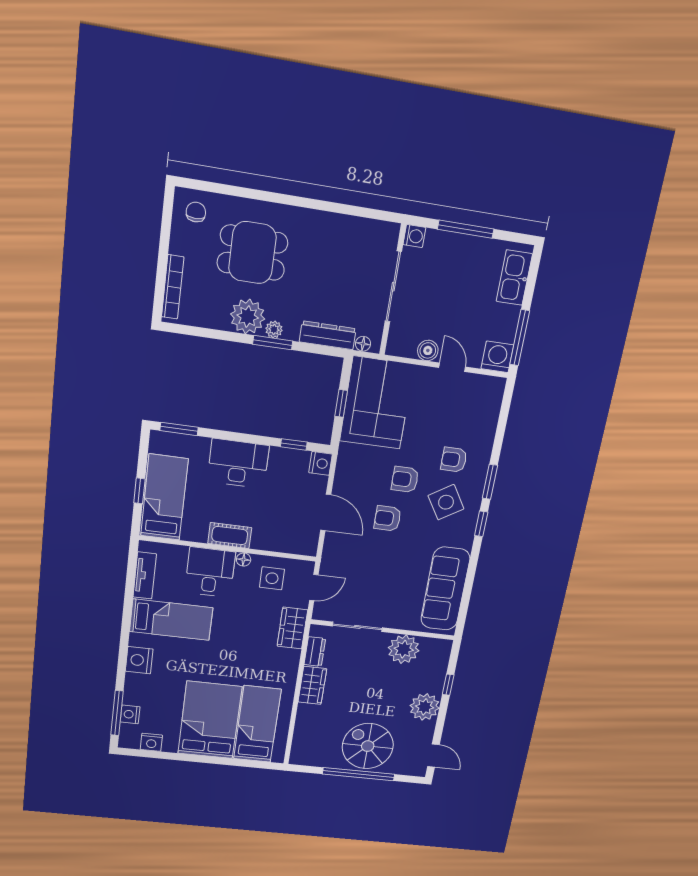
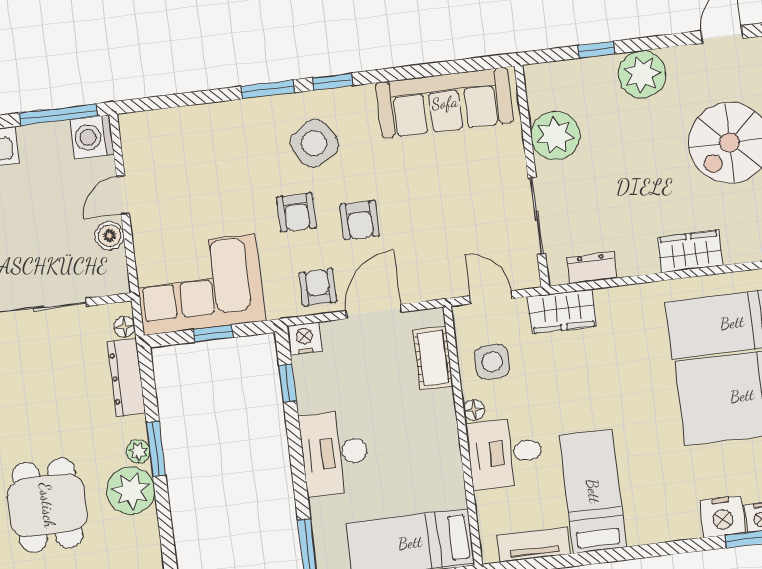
armchair: (454, 460) -> (318, 287), moved, turned 180
cot: (230, 536) -> (433, 358), moved
nightstand: (139, 660) -> (722, 517), moved
wardrobe: (312, 685) -> (690, 251), moved

